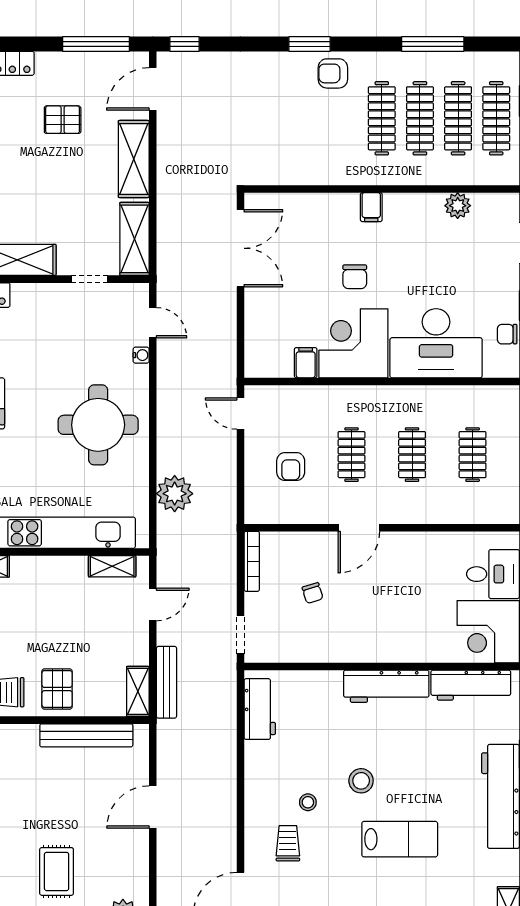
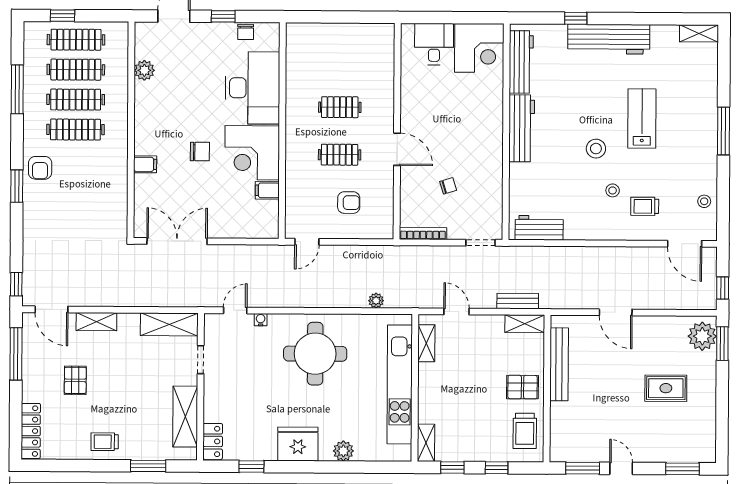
shelving: (134, 159) -> (96, 322), width x0.67, depth x0.75
filing cabinet: (371, 207) -> (145, 164), moved
clothes rail: (473, 455) -> (340, 60), removed
plant: (175, 494) -> (376, 301), width x0.53, depth x0.53
bench: (166, 682) -> (518, 301), width x0.73

